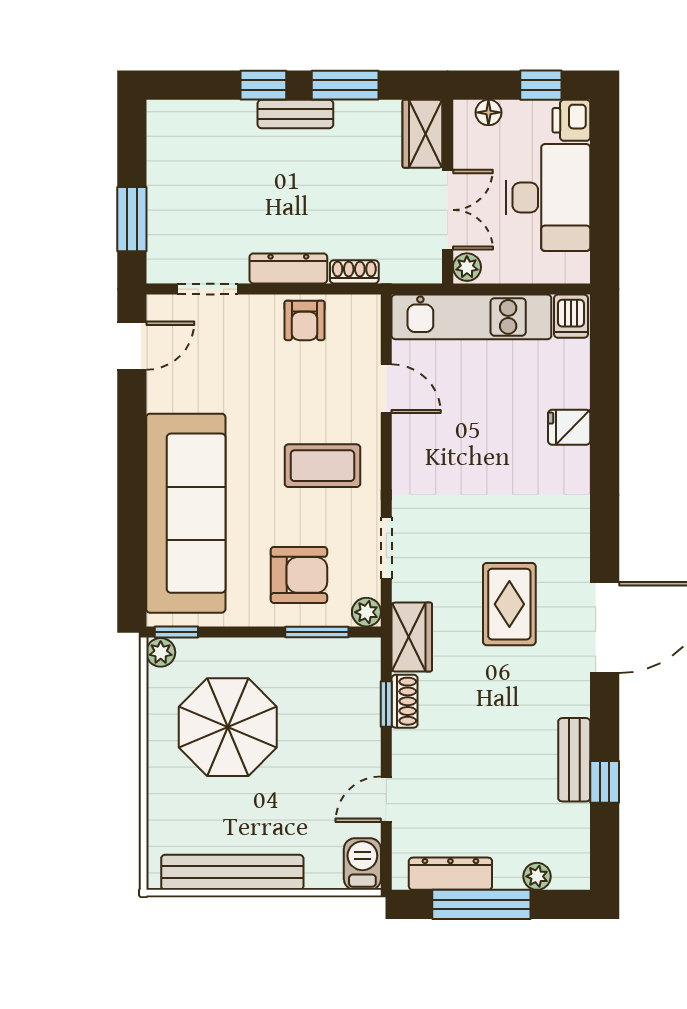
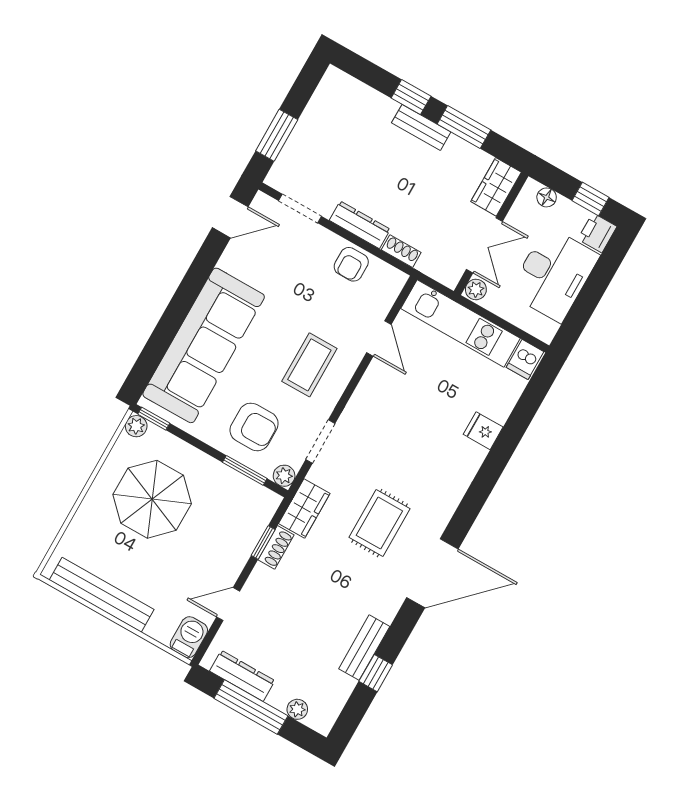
coffee table: (322, 466) -> (309, 365), turned 90

